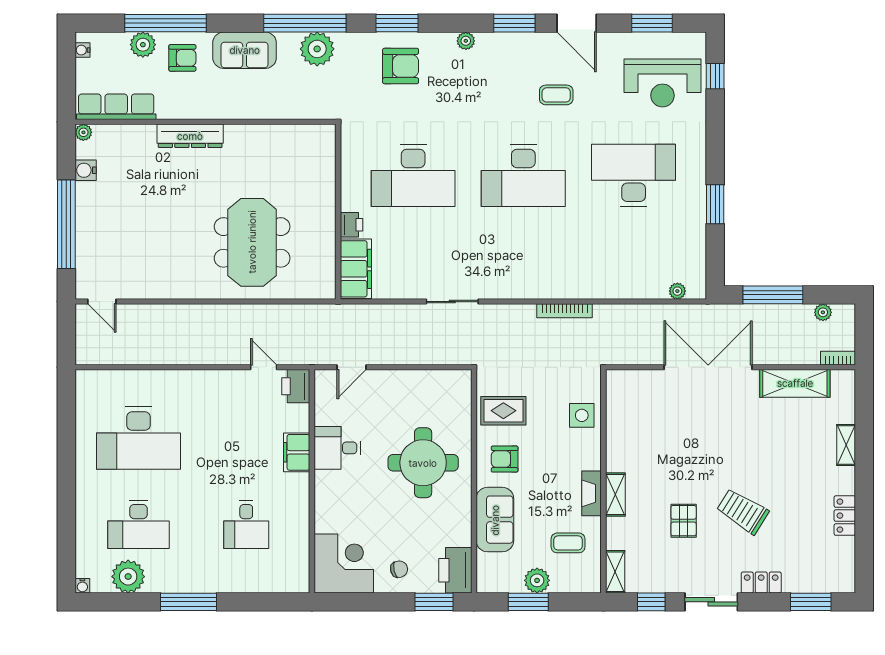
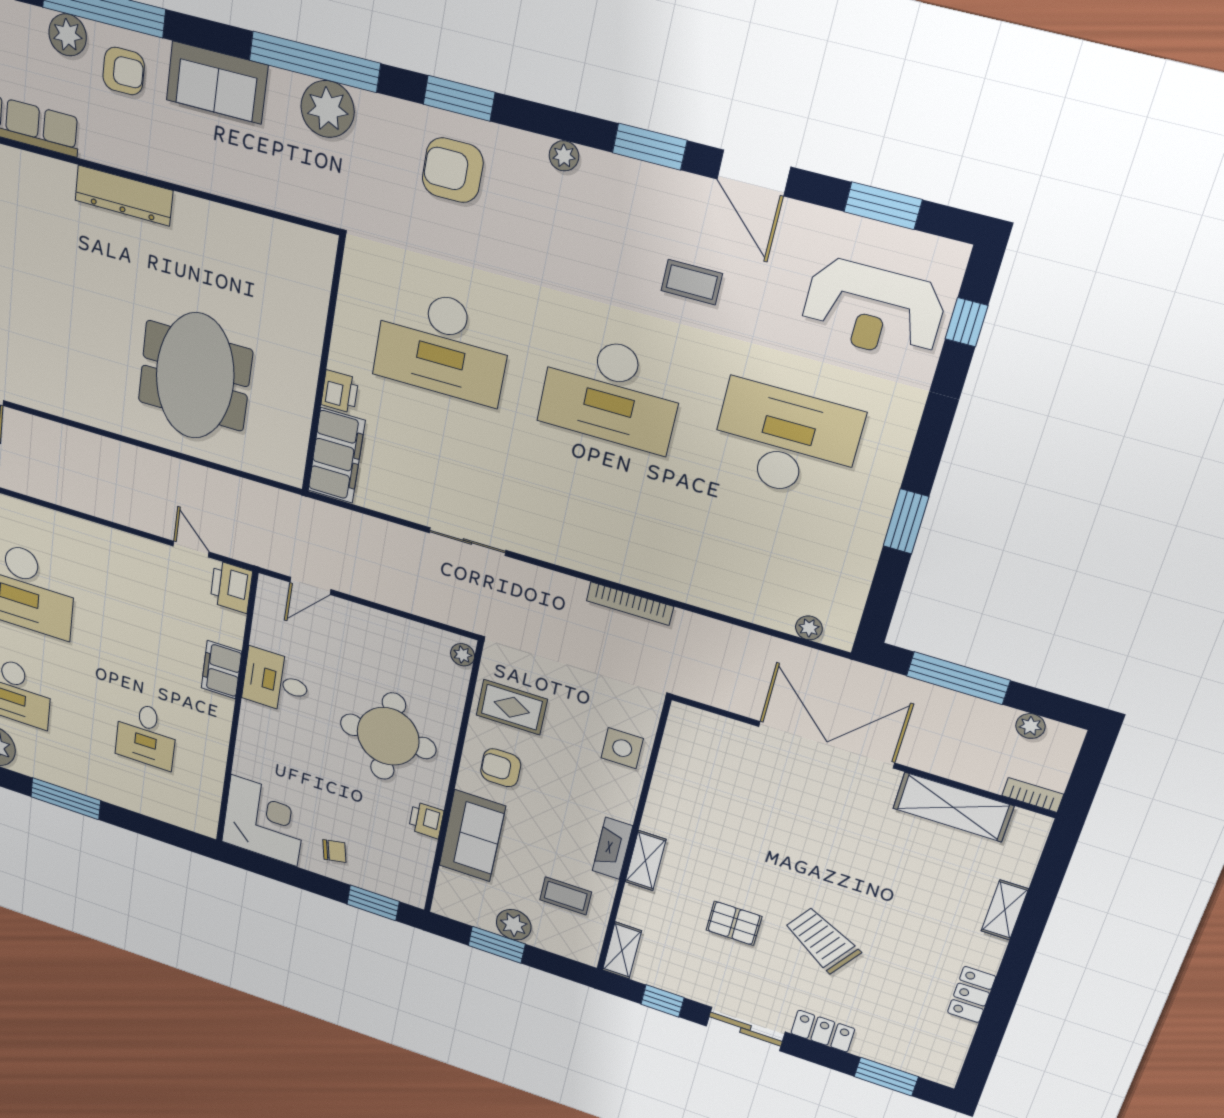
armchair: (401, 66) -> (453, 170), turned 180
plant: (464, 383) -> (463, 655), added
pallet: (684, 521) -> (734, 923), turned 90
printer: (455, 570) -> (426, 820), moved, width x0.53, depth x0.68

